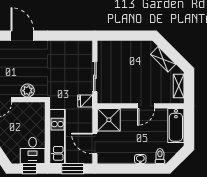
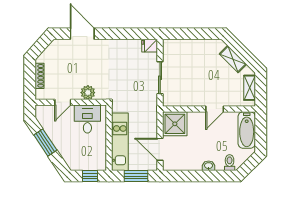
fridge: (85, 101) -> (150, 46), moved
desk: (33, 150) -> (87, 119), moved, turned 180

